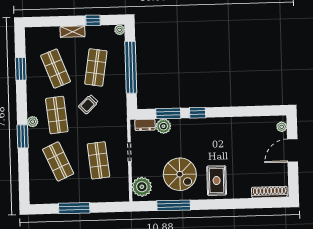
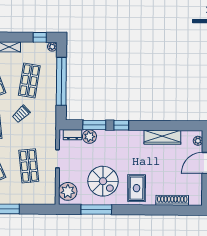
window: (93, 20) -> (40, 37), moved
wardrobe: (243, 124) -> (162, 137), added
shoe rack: (269, 192) -> (172, 200), moved

